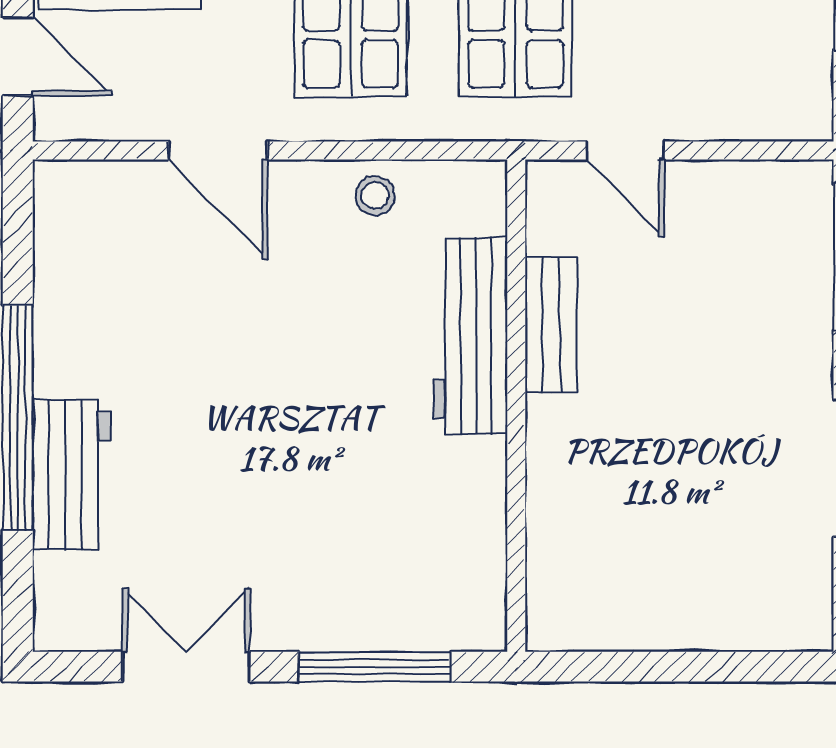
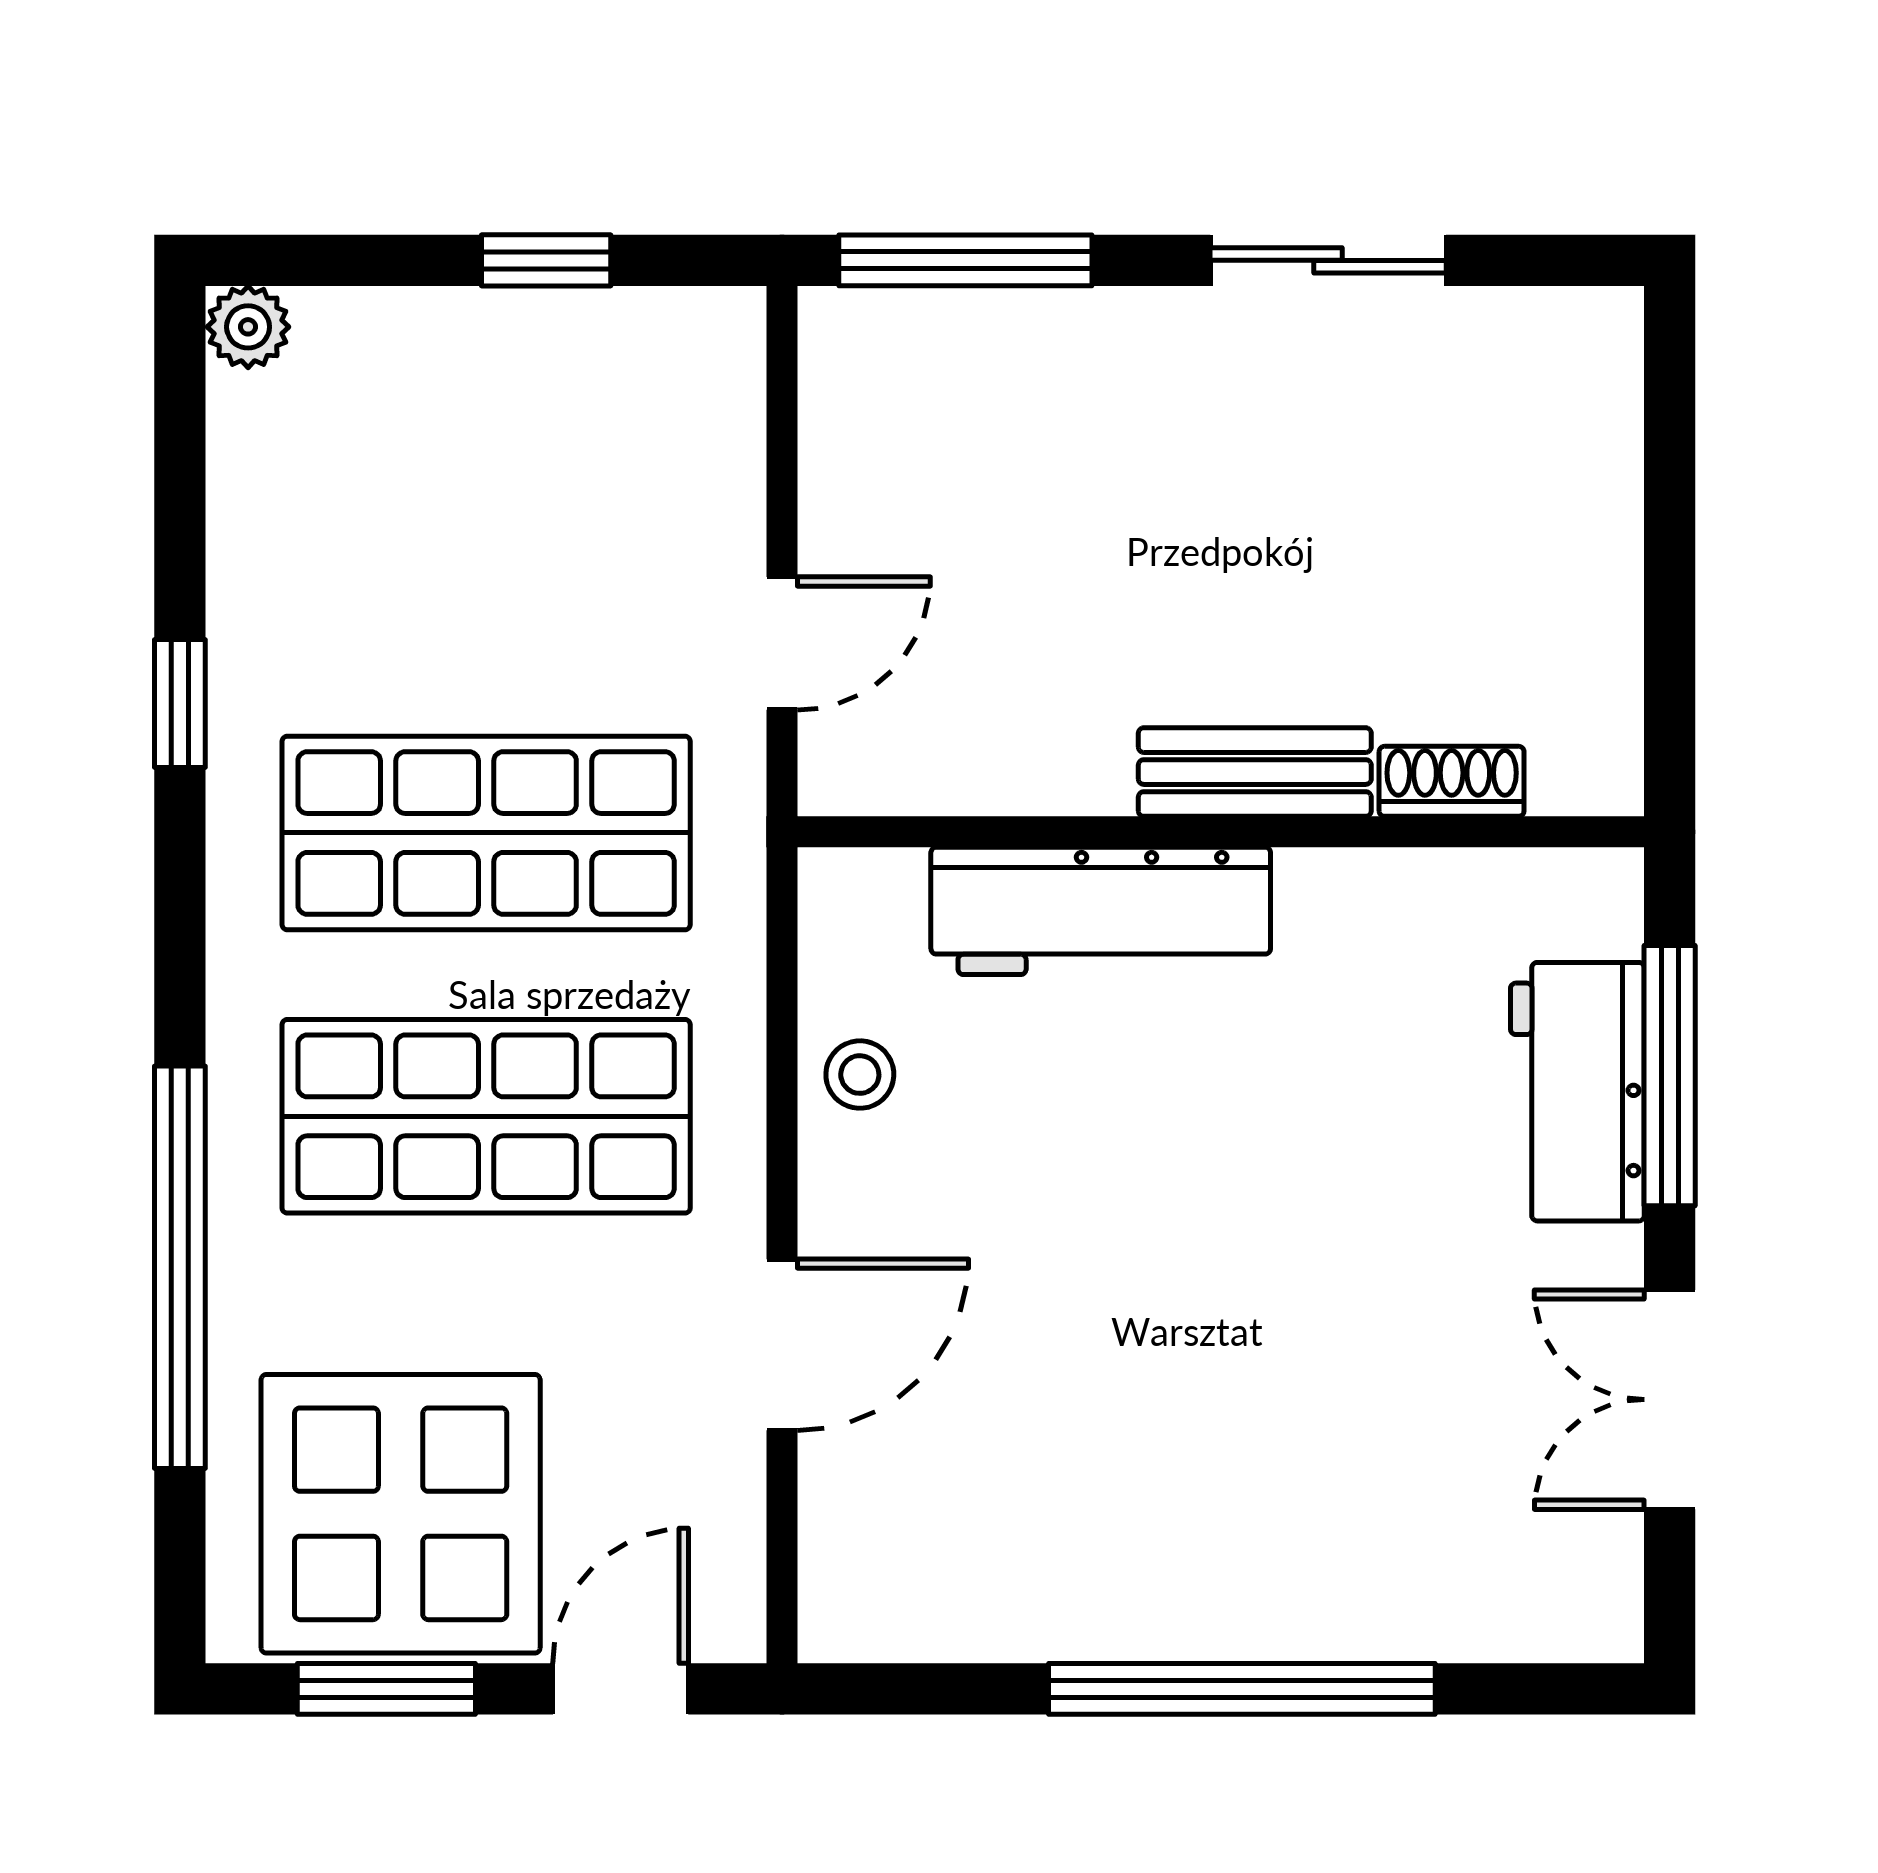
bench: (551, 325) -> (1255, 772), moved
workbench: (71, 475) -> (1577, 1092), moved, turned -90
shoe rack: (545, 540) -> (1452, 781), added

